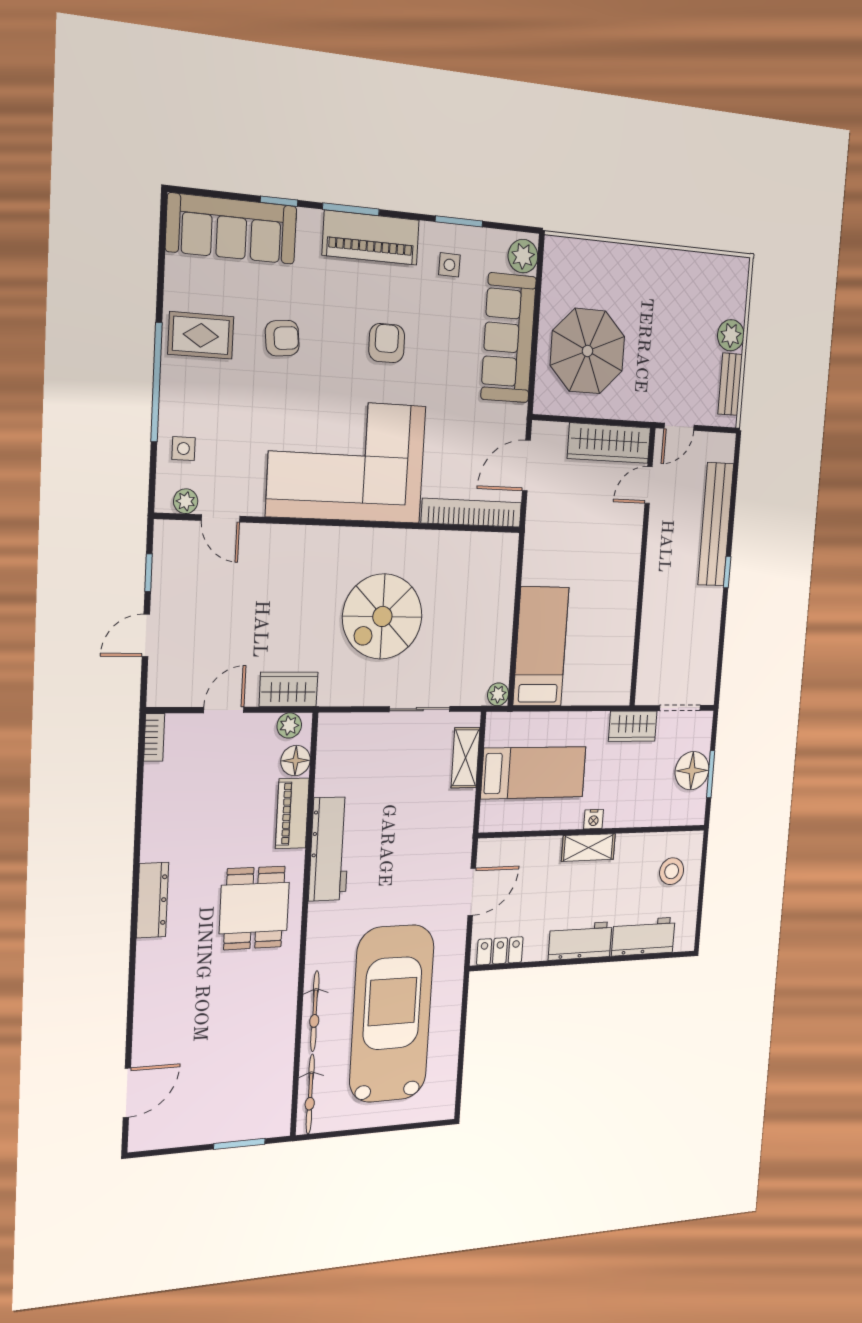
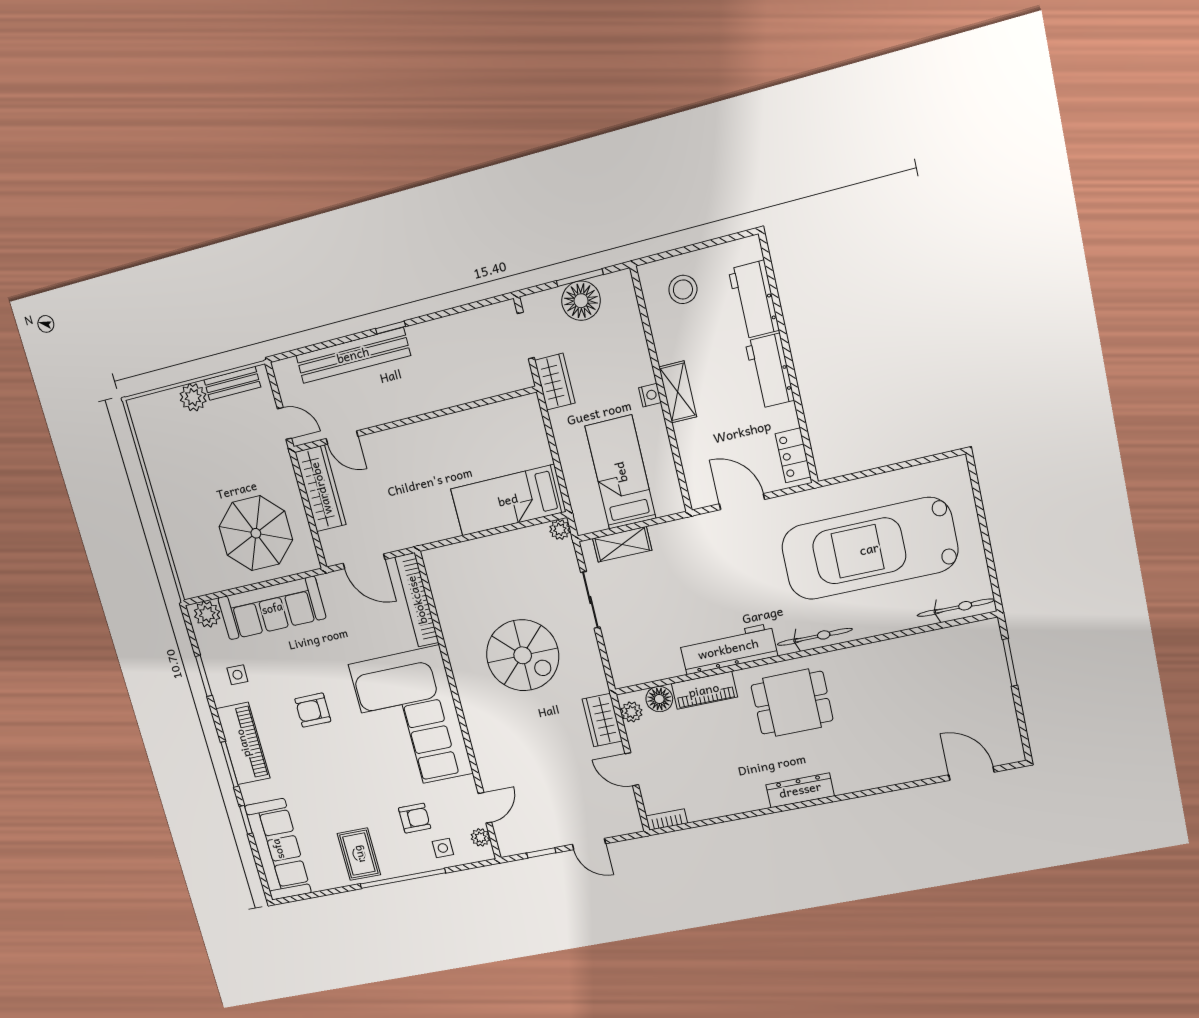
armchair: (282, 338) -> (415, 818), moved, turned 96
bicycle: (315, 1011) -> (815, 637), moved

